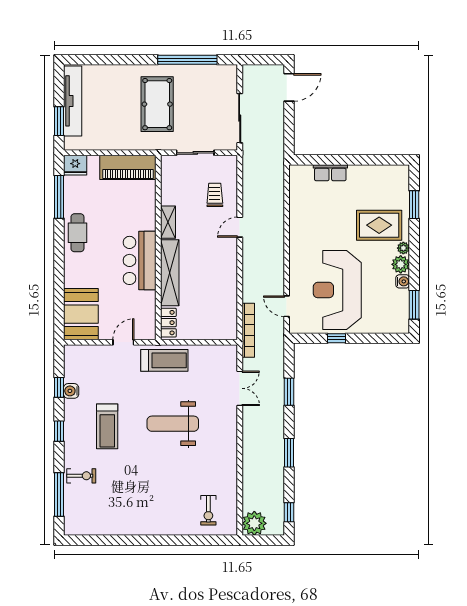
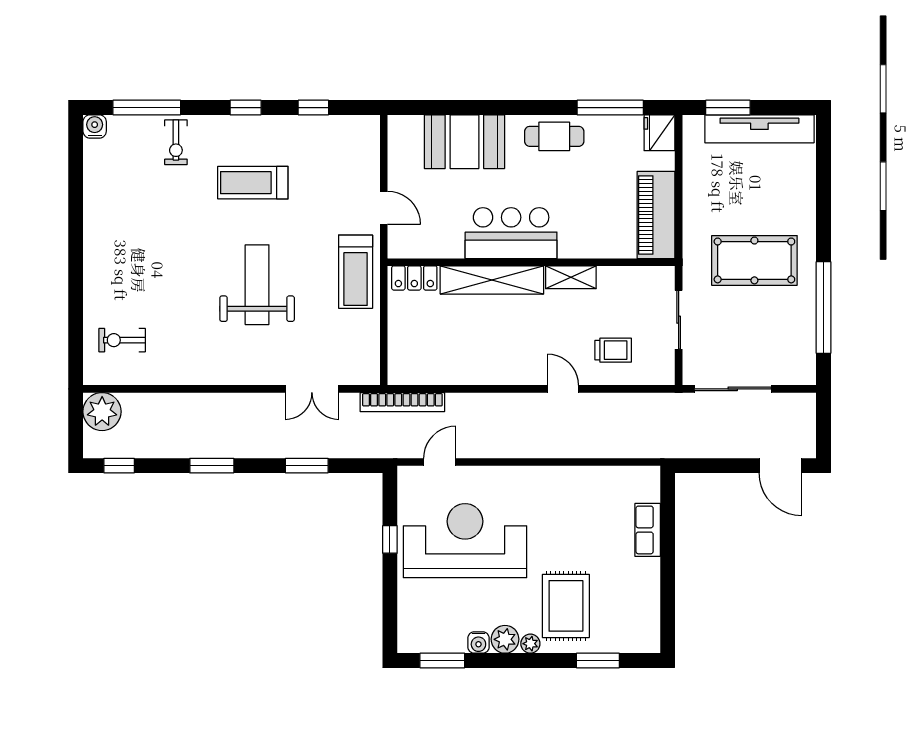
booth: (81, 314) -> (464, 142), moved
water cooler: (71, 391) -> (95, 126), moved

